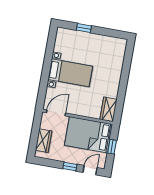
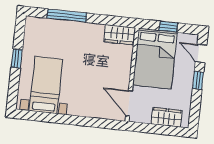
window: (84, 28) -> (17, 59), moved
window: (126, 70) -> (67, 16), added
bed with nightstands: (70, 73) -> (46, 85), moved

